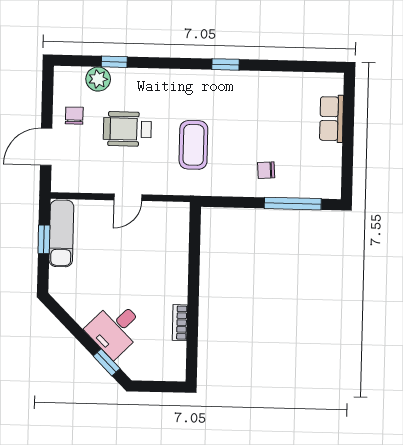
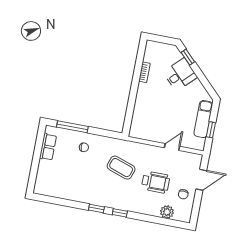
window: (114, 62) -> (120, 213), moved
row of seats: (332, 119) -> (48, 147), moved
coffee table: (193, 145) -> (121, 168), turned -71
door: (128, 197) -> (172, 147), moved
exam couch: (61, 233) -> (203, 119), moved

